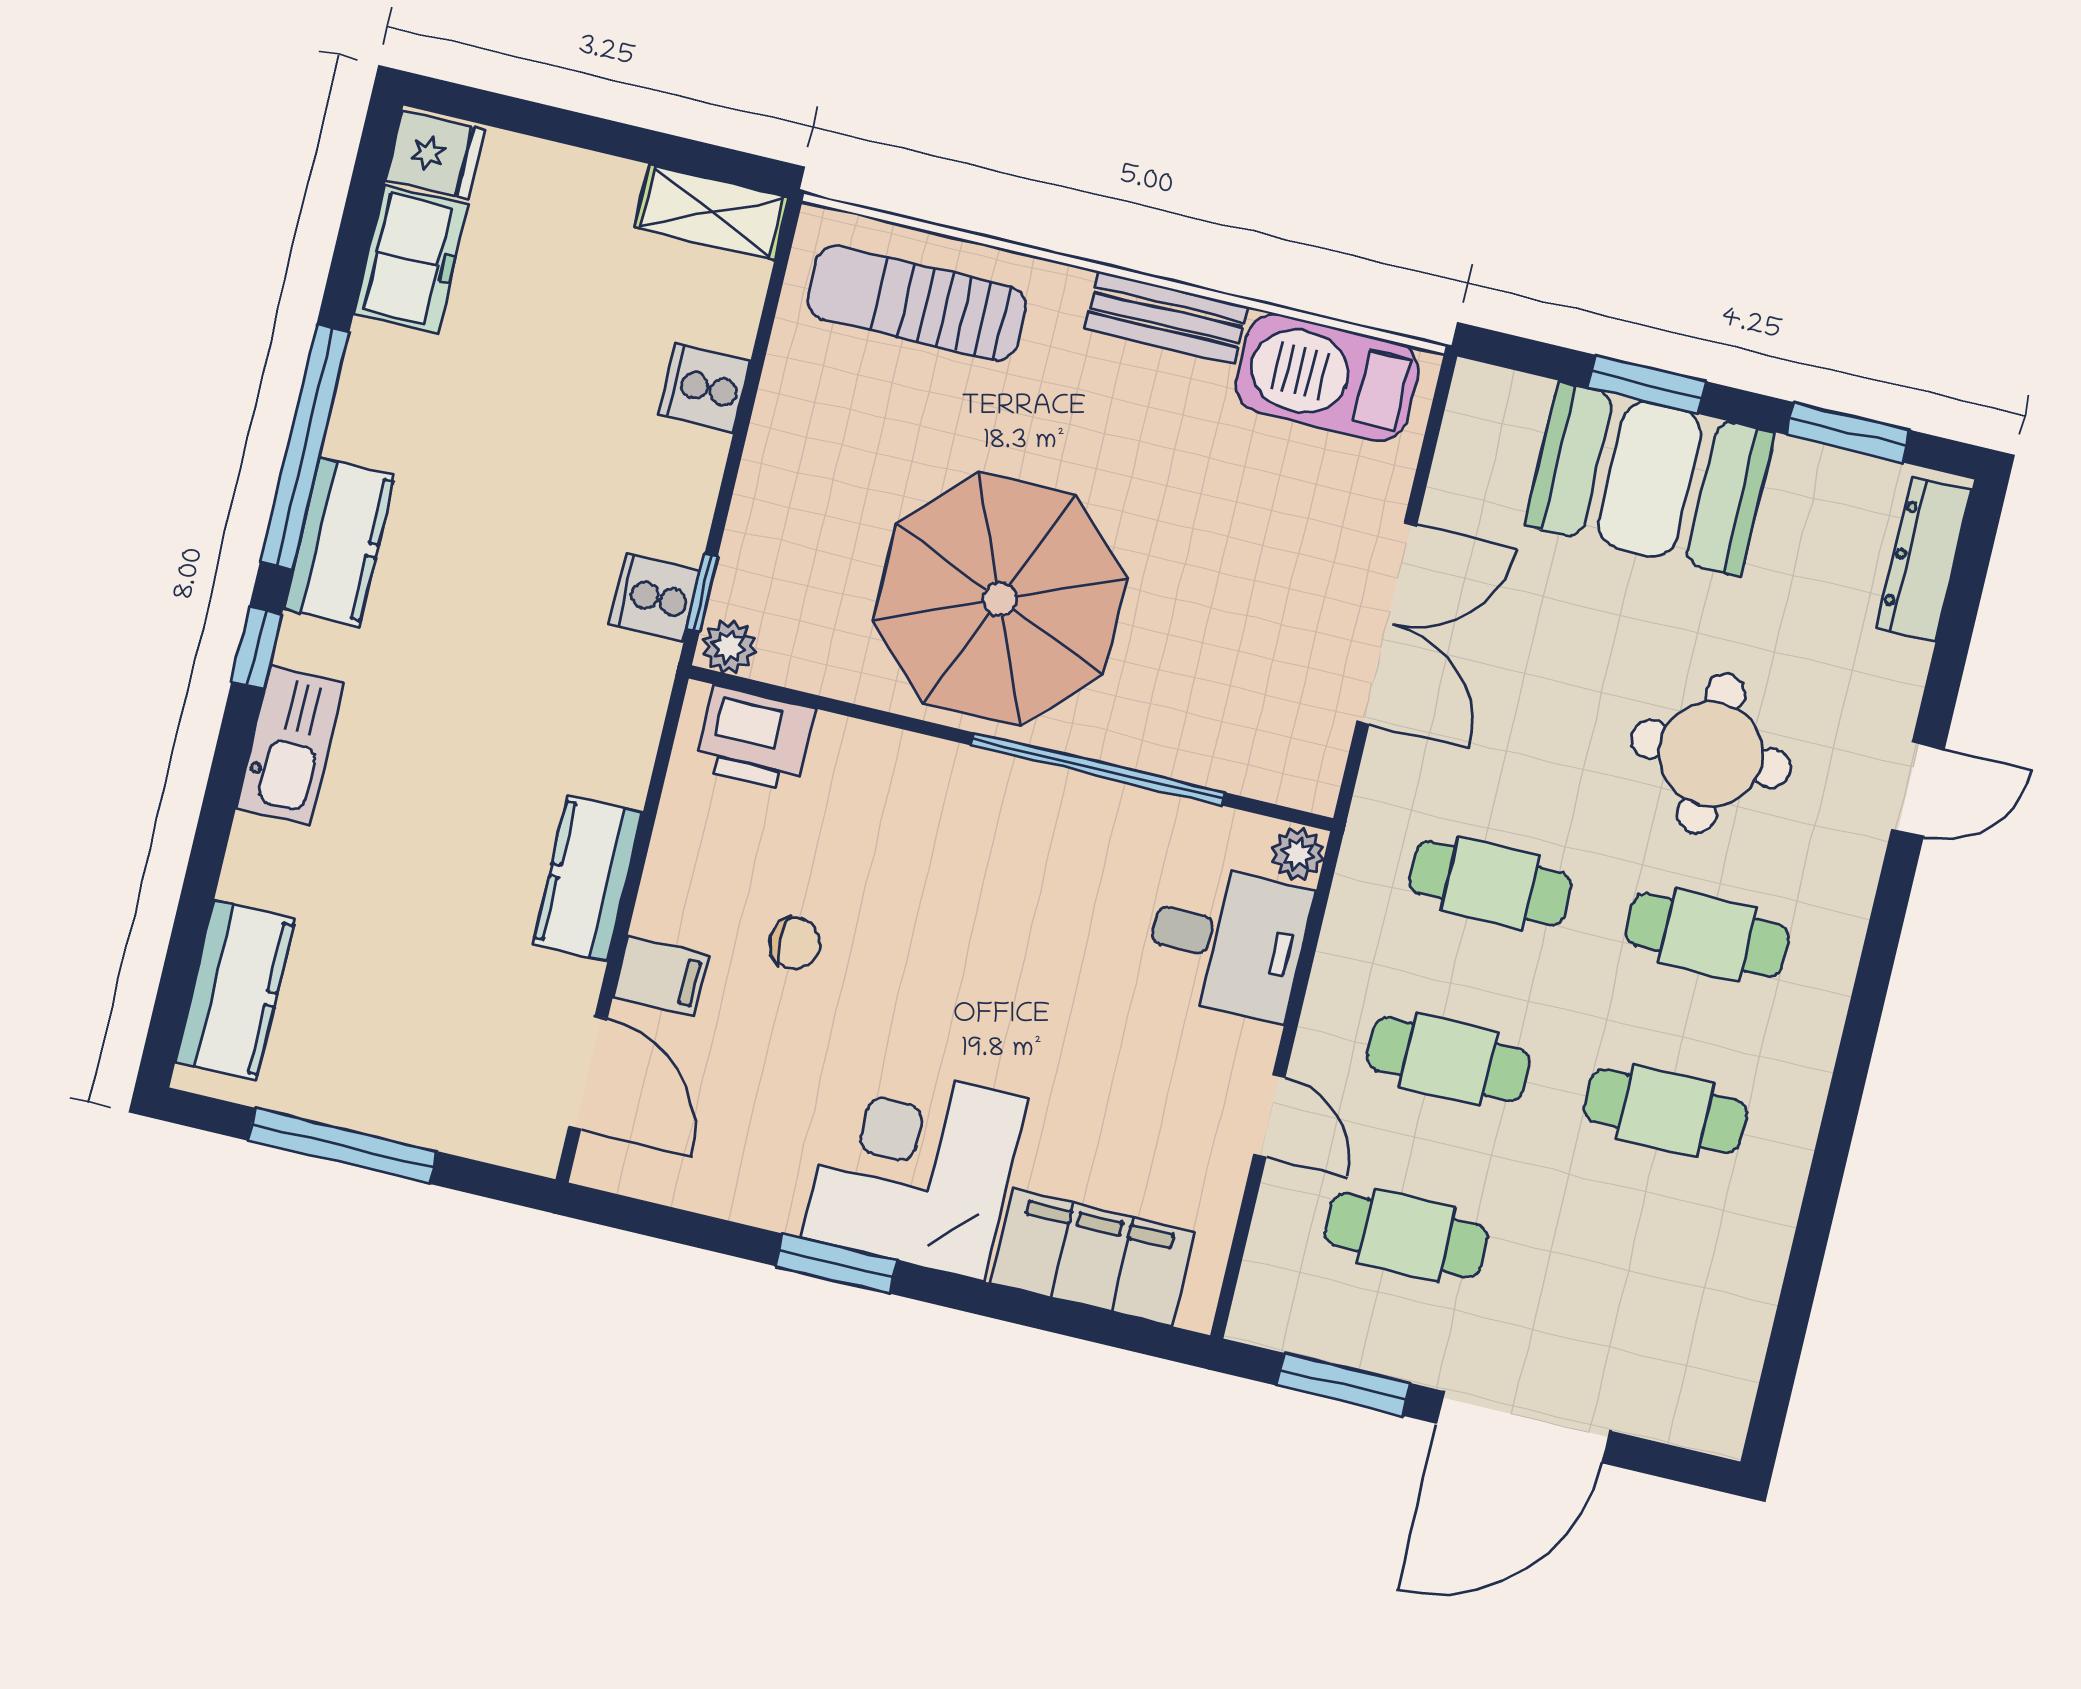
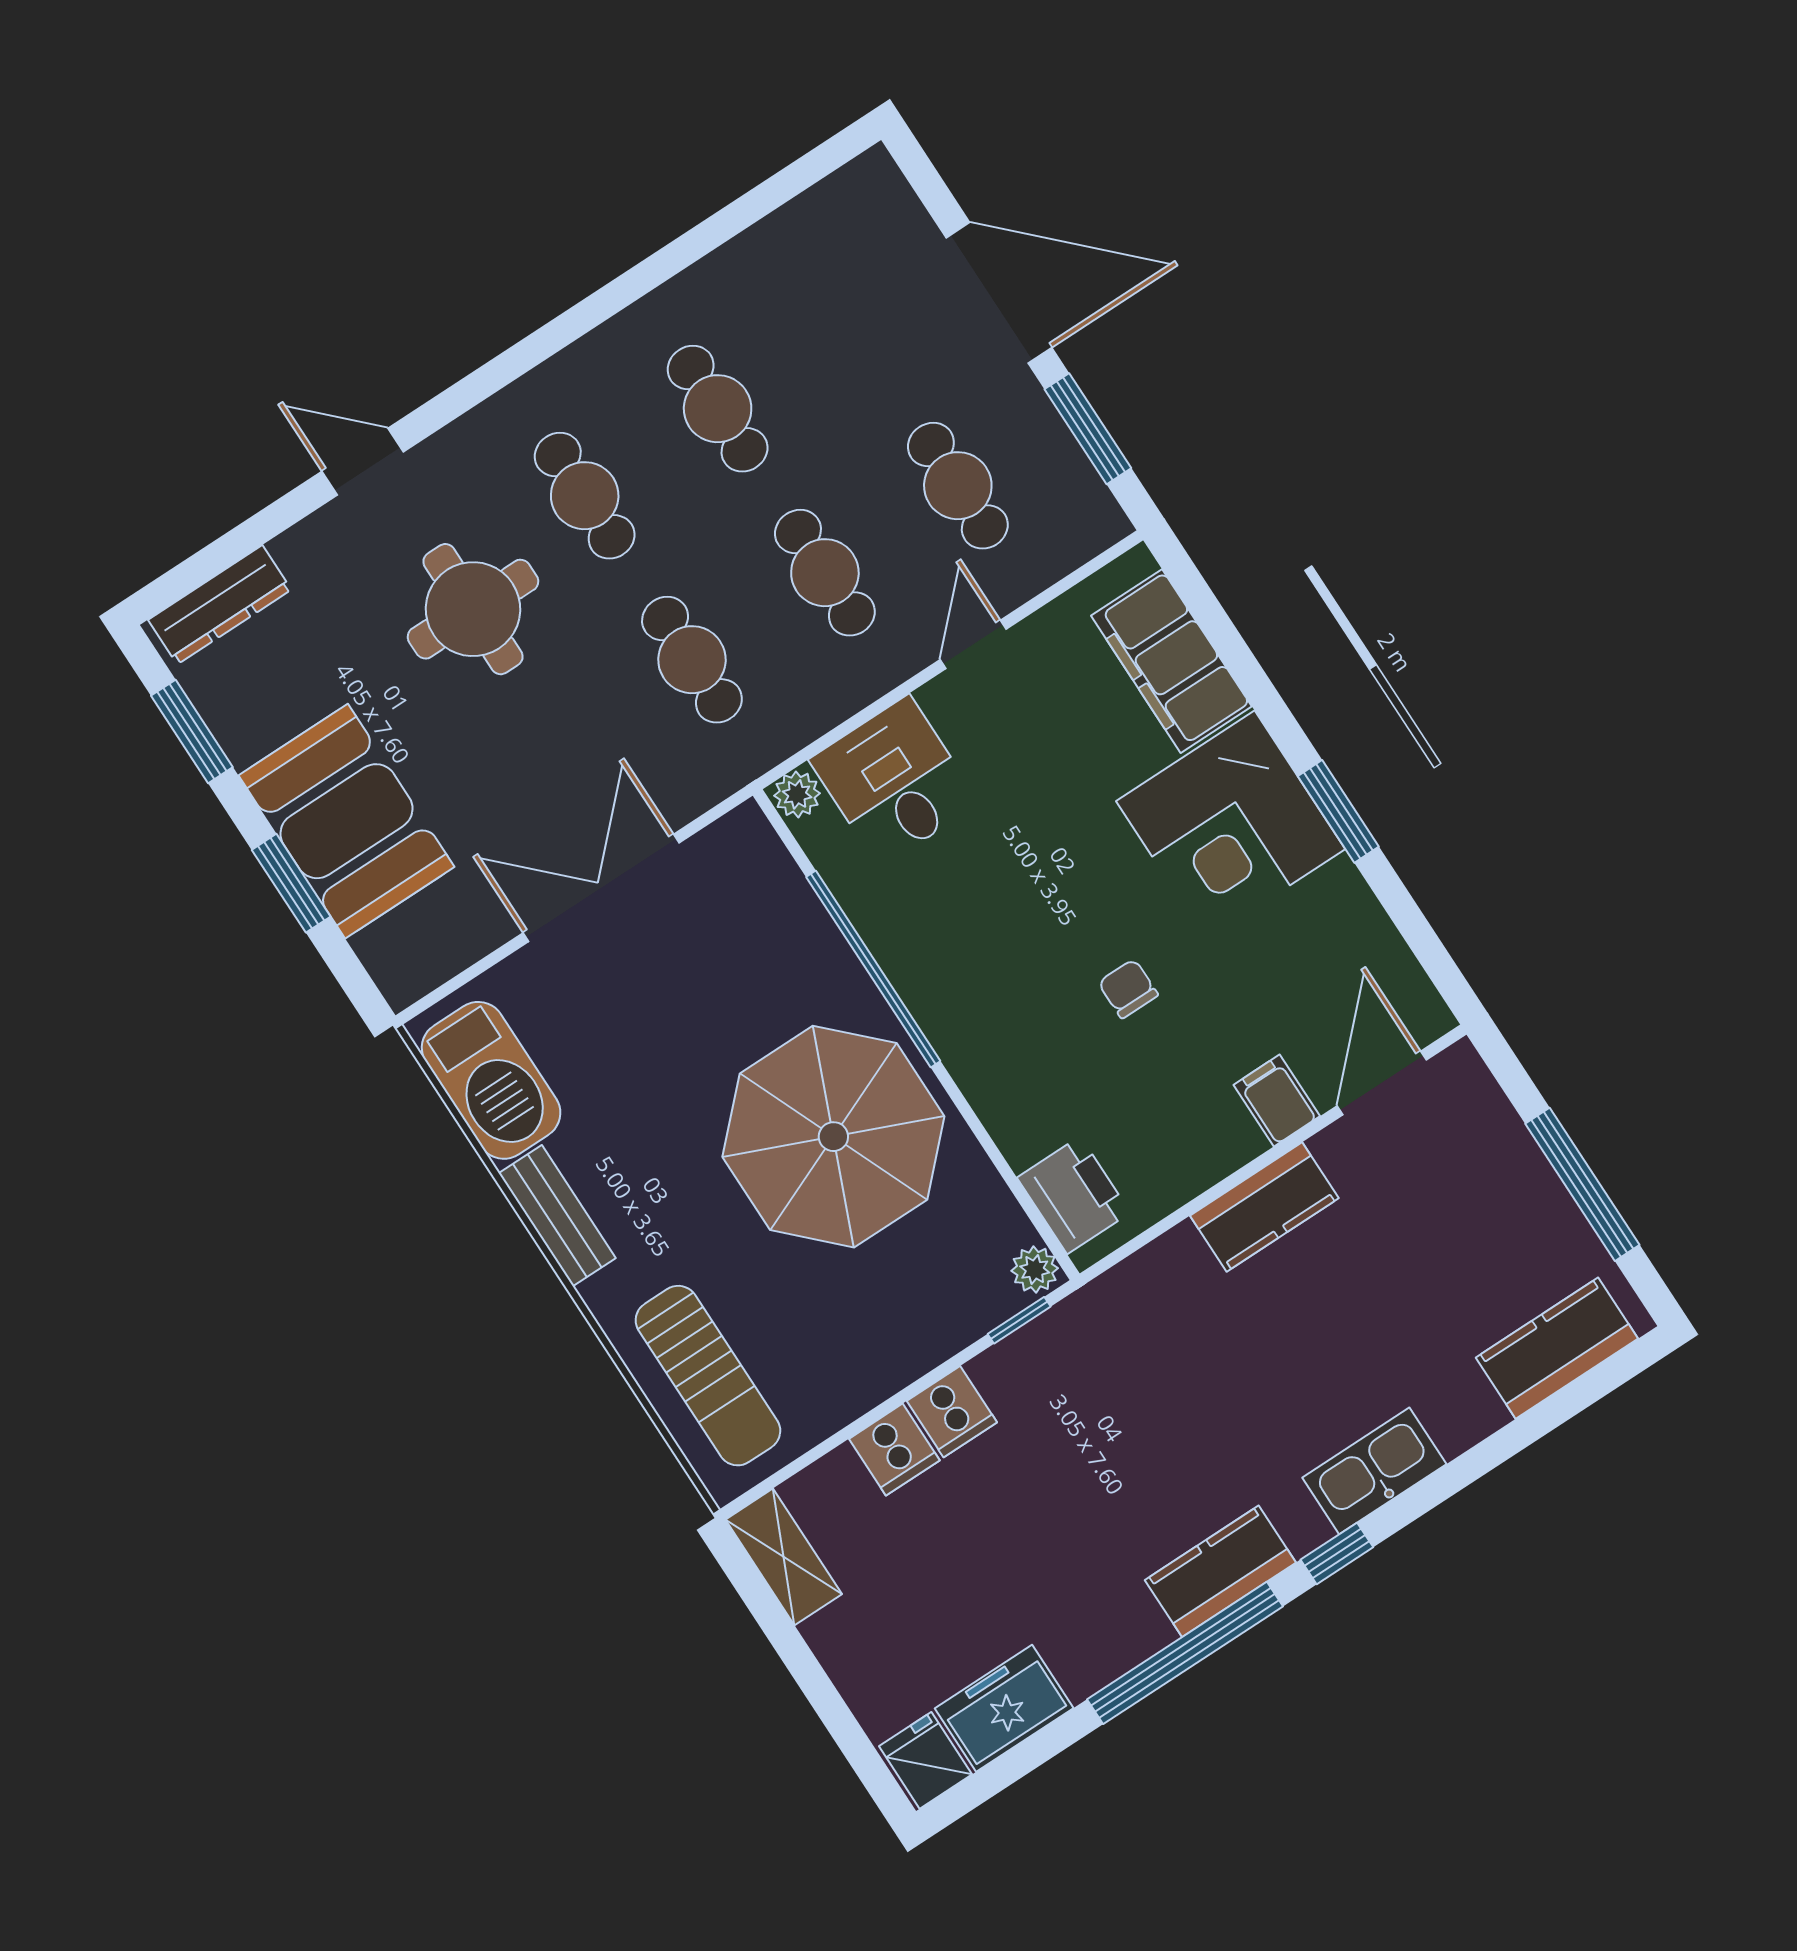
cooker: (655, 598) -> (952, 1412), moved
chair: (795, 943) -> (1128, 989), moved

